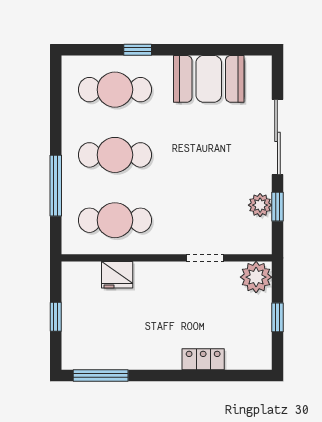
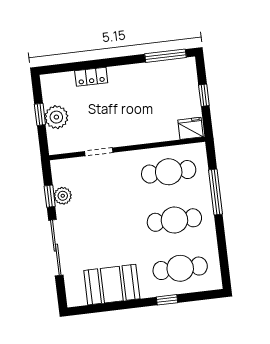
fridge: (117, 275) -> (190, 128), moved
plant: (256, 277) -> (56, 117), moved

